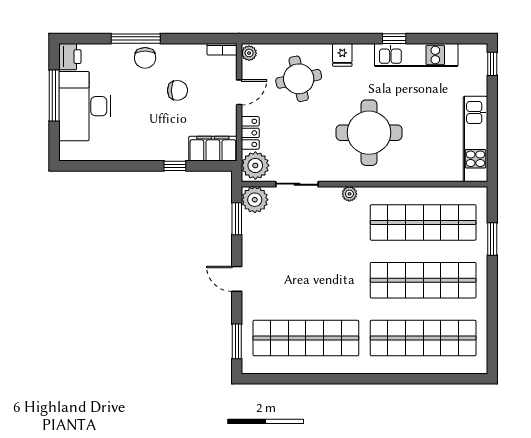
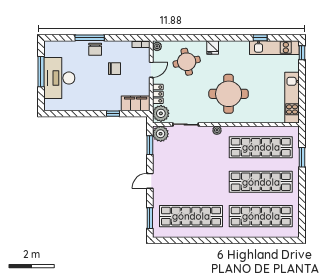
window: (394, 39) -> (260, 38), moved
kitchen unit: (416, 55) -> (274, 48), moved
printer: (70, 57) -> (50, 49), removed
door: (237, 279) -> (150, 181), hinge flipped

